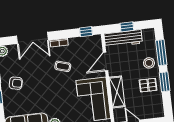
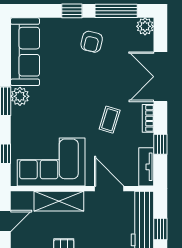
window: (86, 32) -> (160, 144), moved
tv unit: (89, 40) -> (146, 167), added

